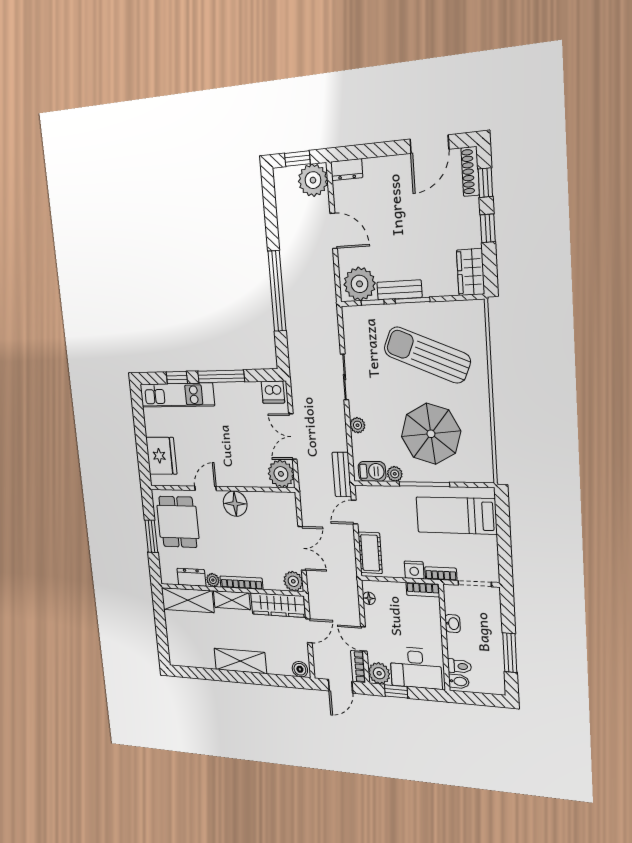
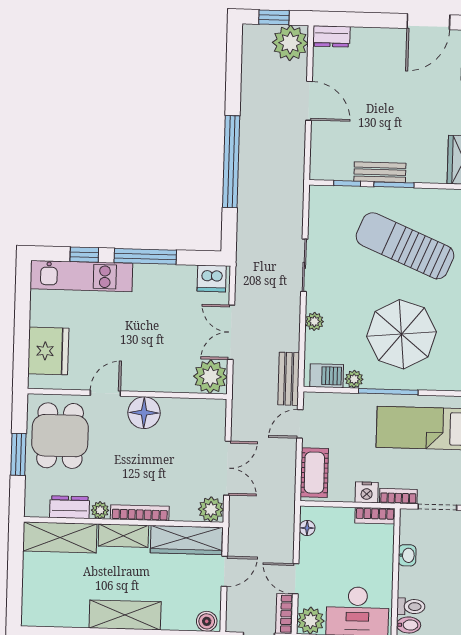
plant: (360, 284) -> (334, 162), removed

